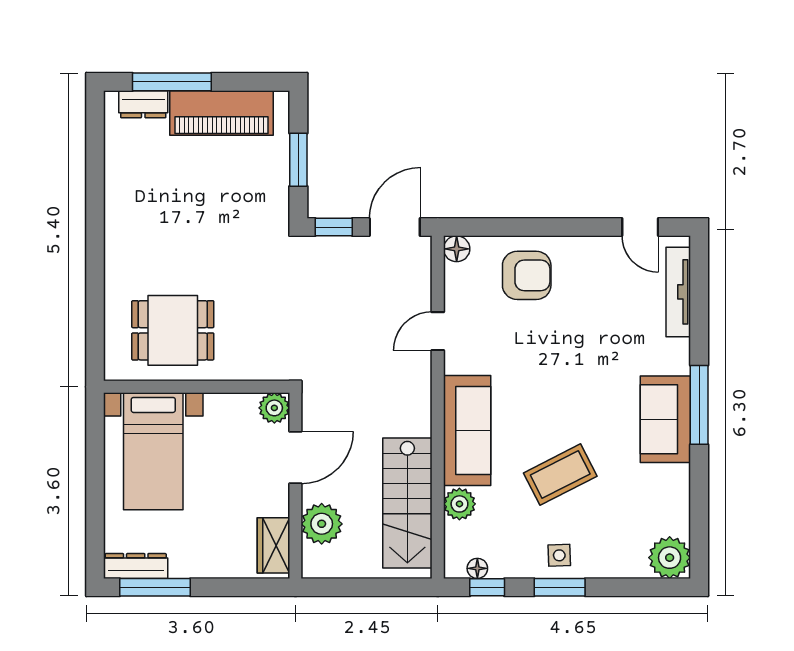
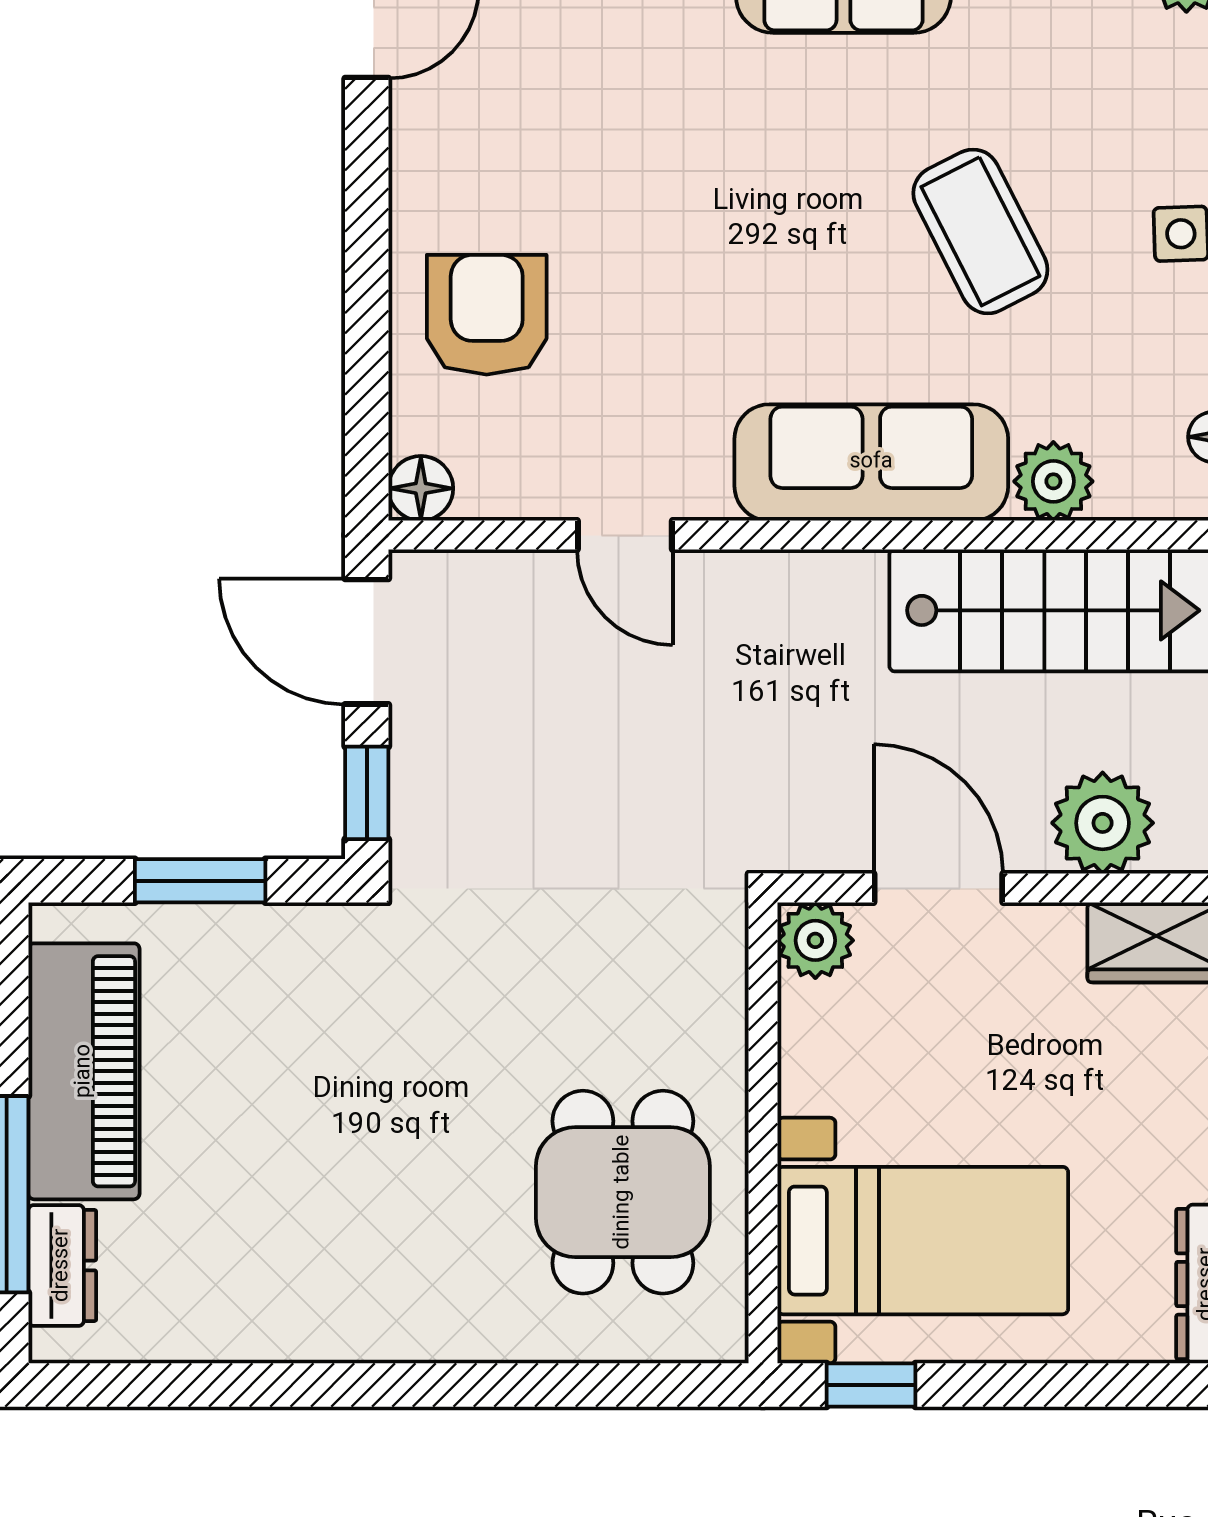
window: (95, 430) -> (871, 1385), added

